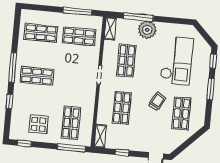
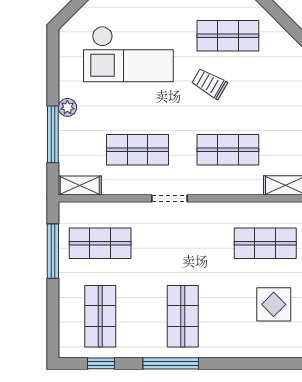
plant: (147, 30) -> (67, 107), width x0.53, depth x0.53
shop shelf: (79, 36) -> (100, 243), turned 90
checkout: (177, 60) -> (128, 54), turned 180
window: (9, 101) -> (101, 363), moved

